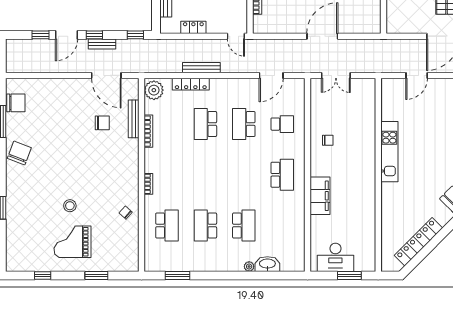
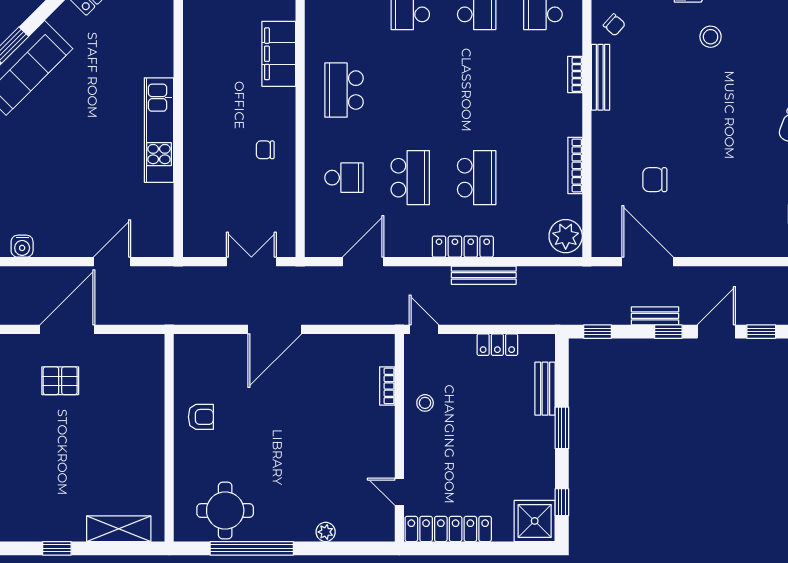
locker: (191, 84) -> (463, 247), moved
bench: (134, 119) -> (600, 77), moved
school desk: (282, 124) -> (344, 178), turned 180

